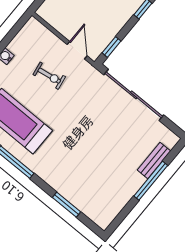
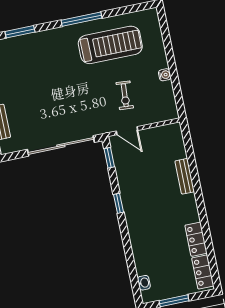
exercise bike: (49, 76) -> (125, 95), turned -77

